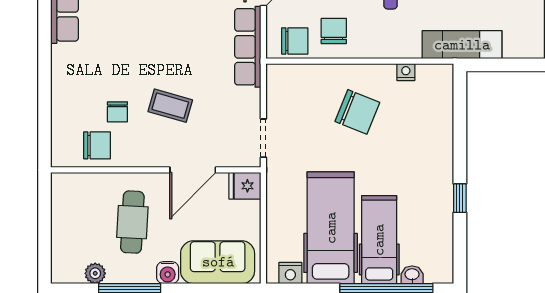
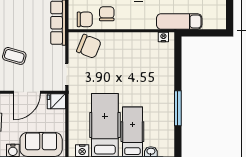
nightstand: (406, 72) -> (163, 37), moved
chair: (357, 112) -> (89, 46), moved
window: (460, 198) -> (178, 108), width x2.17

